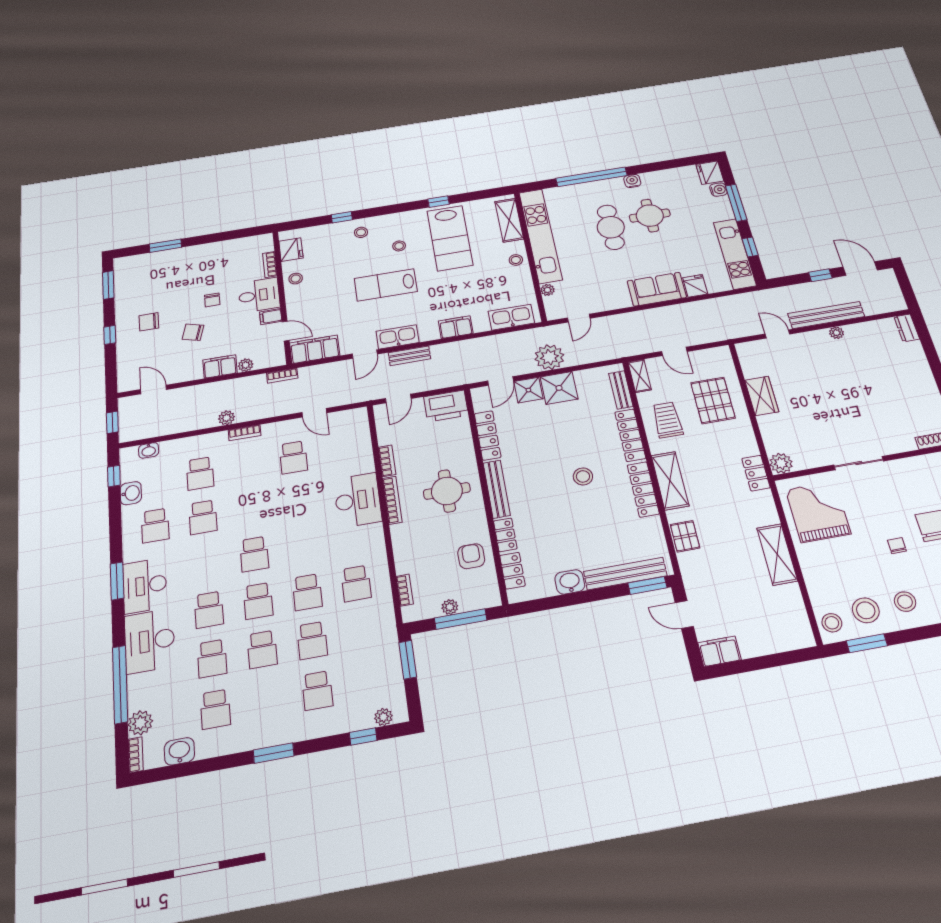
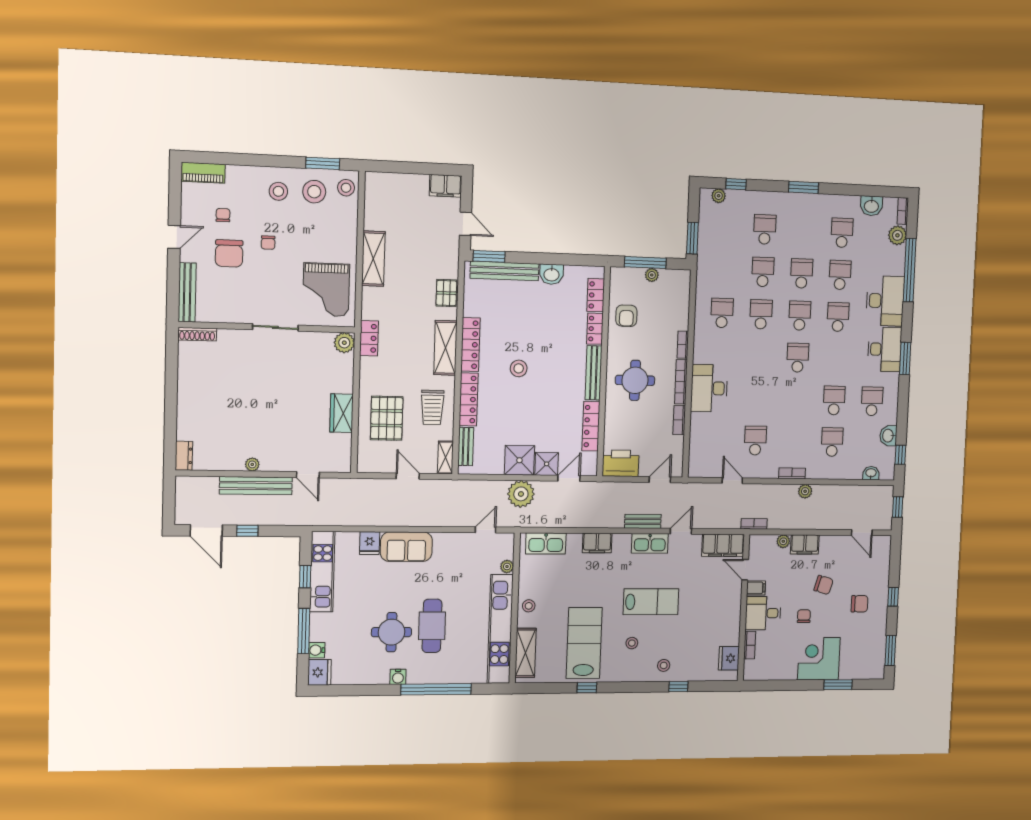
corner desk: (190, 265) -> (819, 659), added
stool: (296, 279) -> (729, 625), removed
bookcase: (405, 590) -> (683, 345), moved

